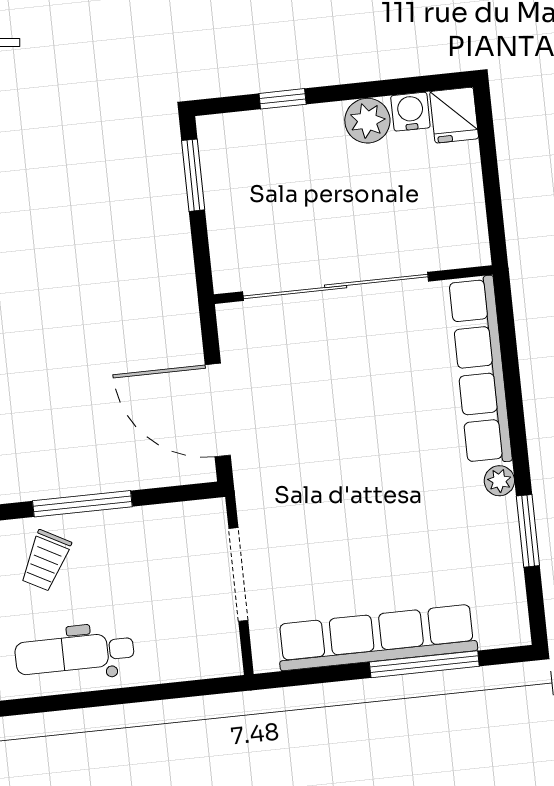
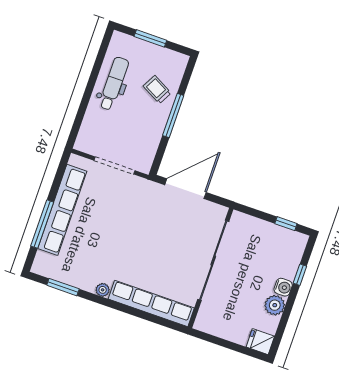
water cooler: (410, 112) -> (283, 287), moved
window: (193, 175) -> (286, 224), width x0.67
window: (528, 531) -> (63, 287), moved

